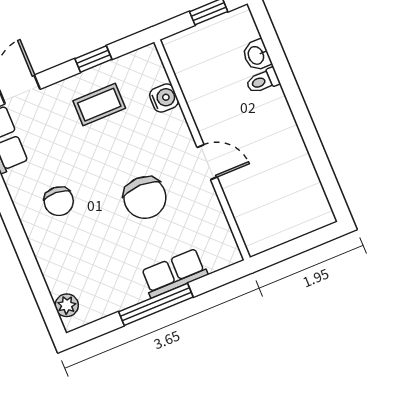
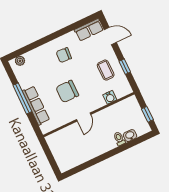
row of seats: (174, 273) -> (36, 105), width x1.48

